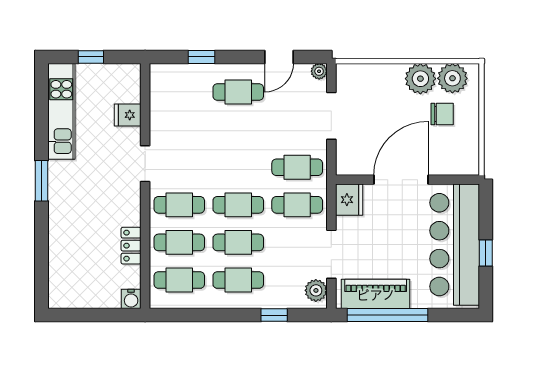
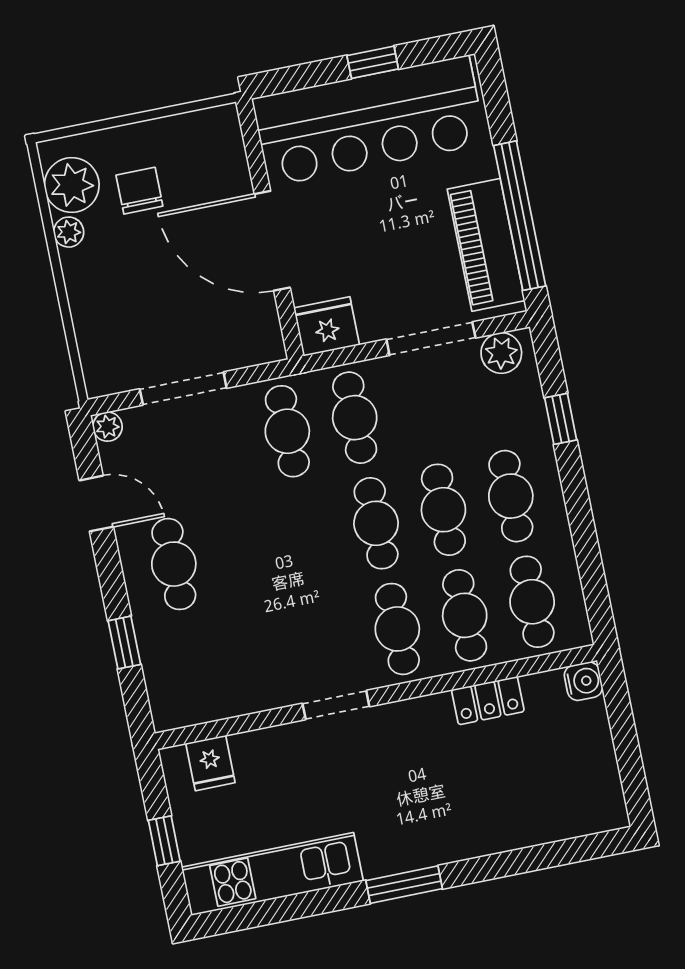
plant: (420, 79) -> (69, 232), width x0.53, depth x0.53
fridge: (128, 115) -> (210, 763), moved

